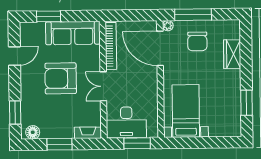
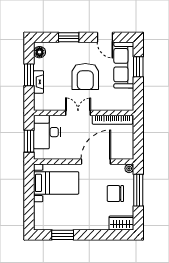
sofa: (73, 33) -> (124, 65), moved
door: (160, 48) -> (96, 162), moved
wardrobe: (232, 54) -> (121, 223), moved
armchair: (61, 78) -> (85, 77), turned 180
window: (15, 112) -> (69, 37), moved
fireplace: (88, 133) -> (39, 82), moved

